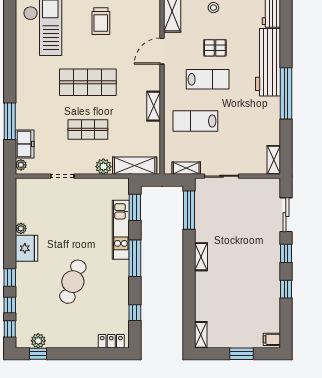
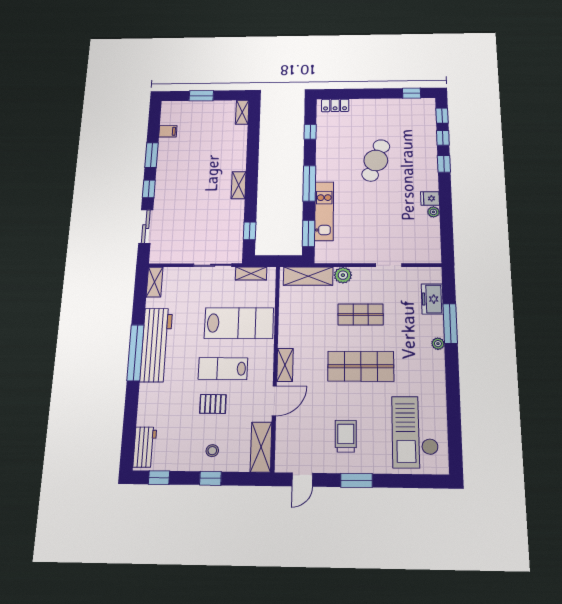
workbench: (268, 62) -> (156, 345), moved
shelving: (154, 106) -> (285, 365), moved
lab bench: (195, 121) -> (239, 323), width x1.36, depth x1.39
plant: (21, 165) -> (438, 344), moved
window: (189, 210) -> (250, 231), width x0.46
fridge: (27, 248) -> (430, 198), width x0.53, depth x0.75
window: (286, 289) -> (151, 155), width x1.50
filing cabinet: (272, 339) -> (168, 131), moved
plant: (38, 341) -> (412, 105), removed

